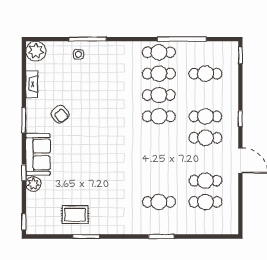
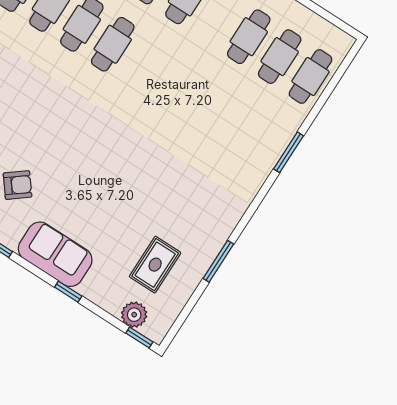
plant: (33, 184) -> (134, 315), moved
cafe table: (159, 202) -> (311, 77), moved
rug: (75, 215) -> (155, 265), moved

